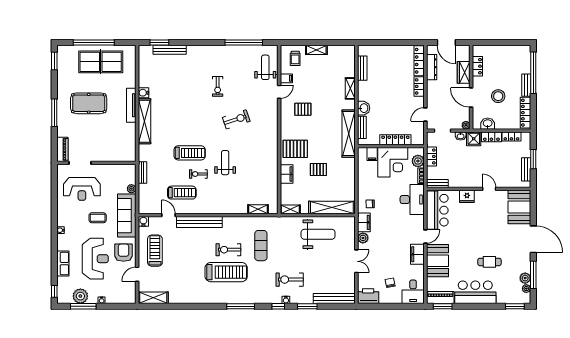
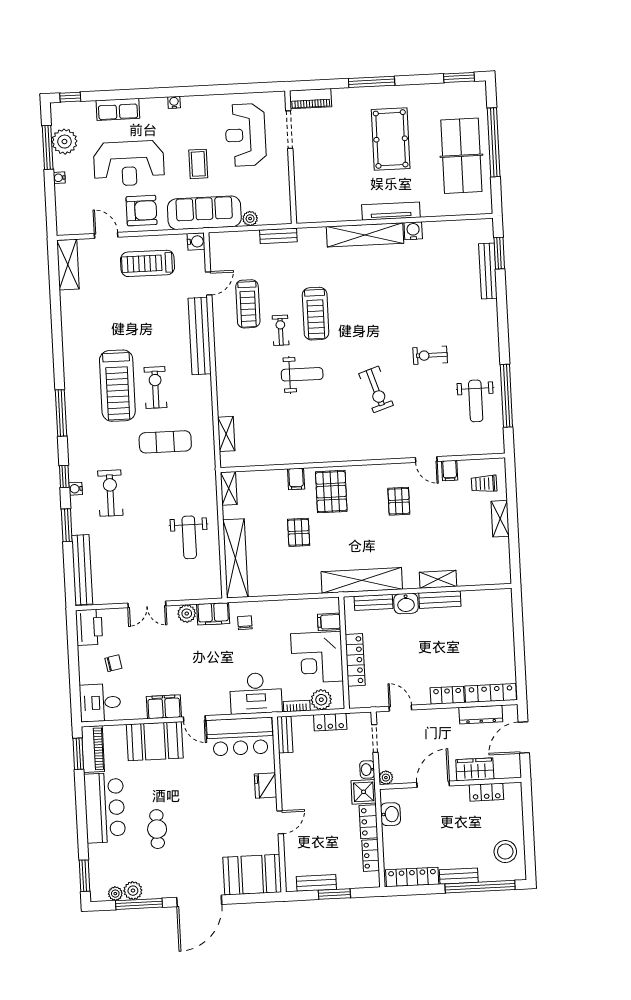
weight bench: (265, 67) -> (476, 401), moved, turned 90
bench: (362, 68) -> (440, 600), moved
stool: (498, 96) -> (505, 852), moved
filing cabinet: (287, 174) -> (296, 479), width x0.50
weight bench: (318, 234) -> (189, 537), width x0.73, depth x0.75
treadmill: (155, 251) -> (148, 263), turned 180

